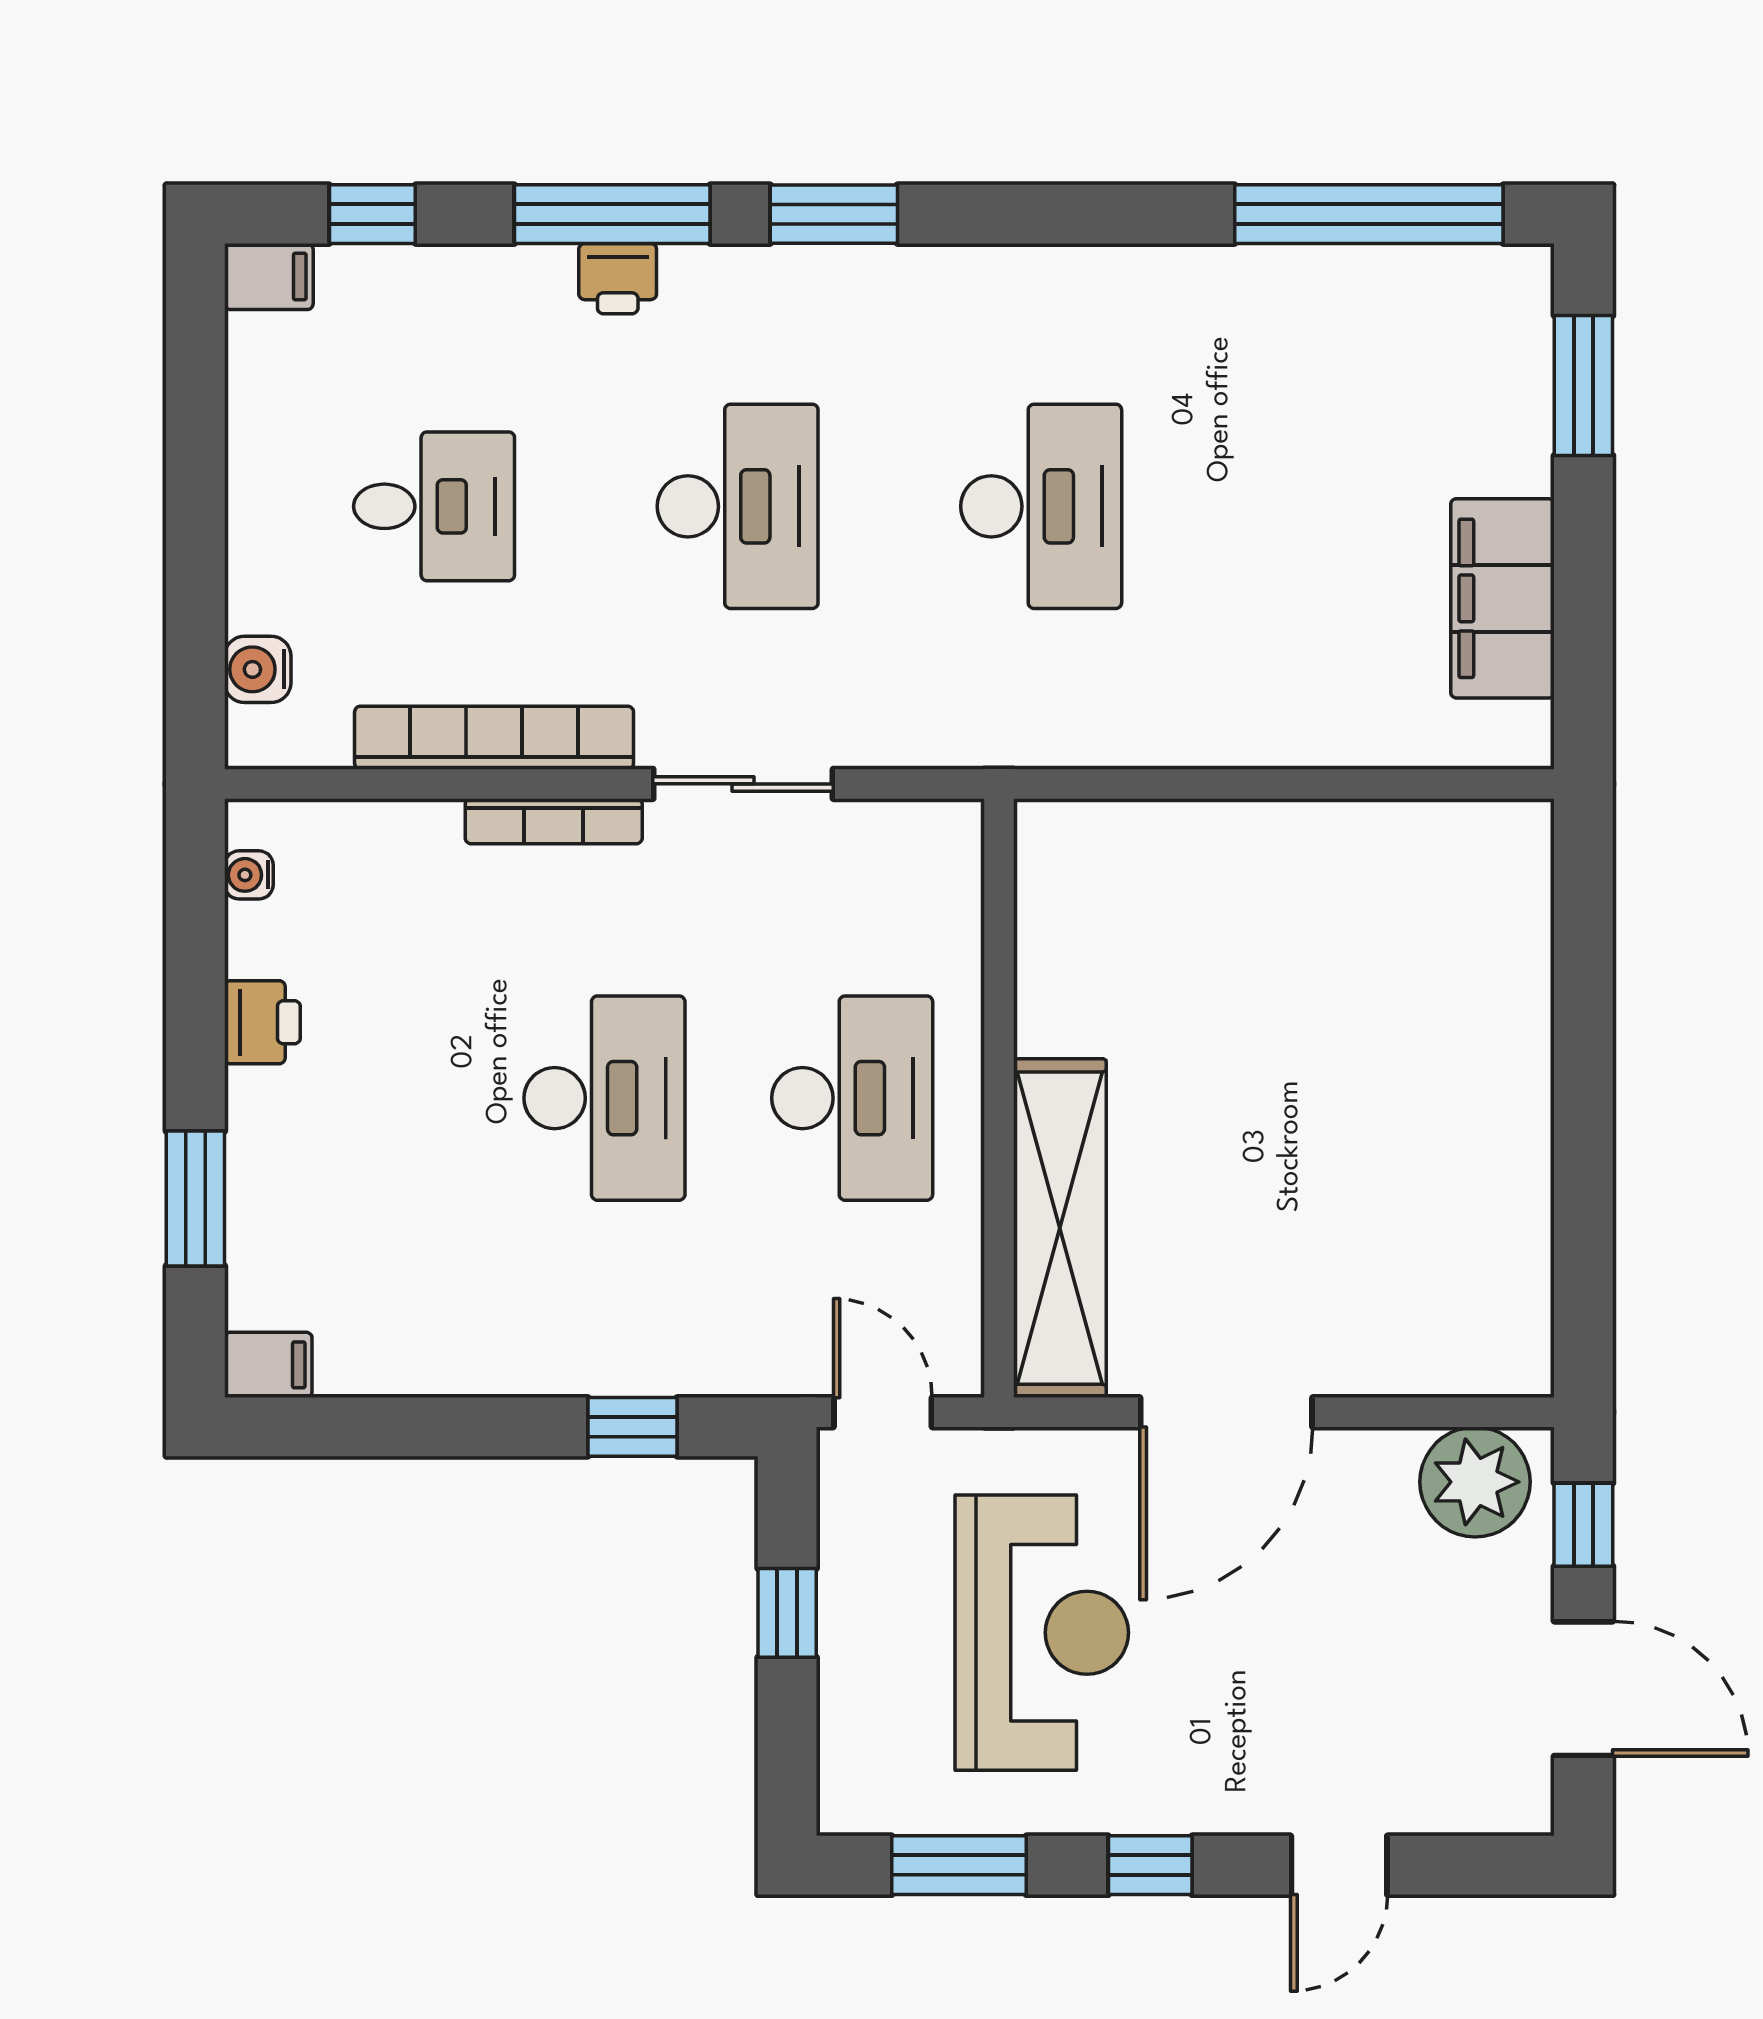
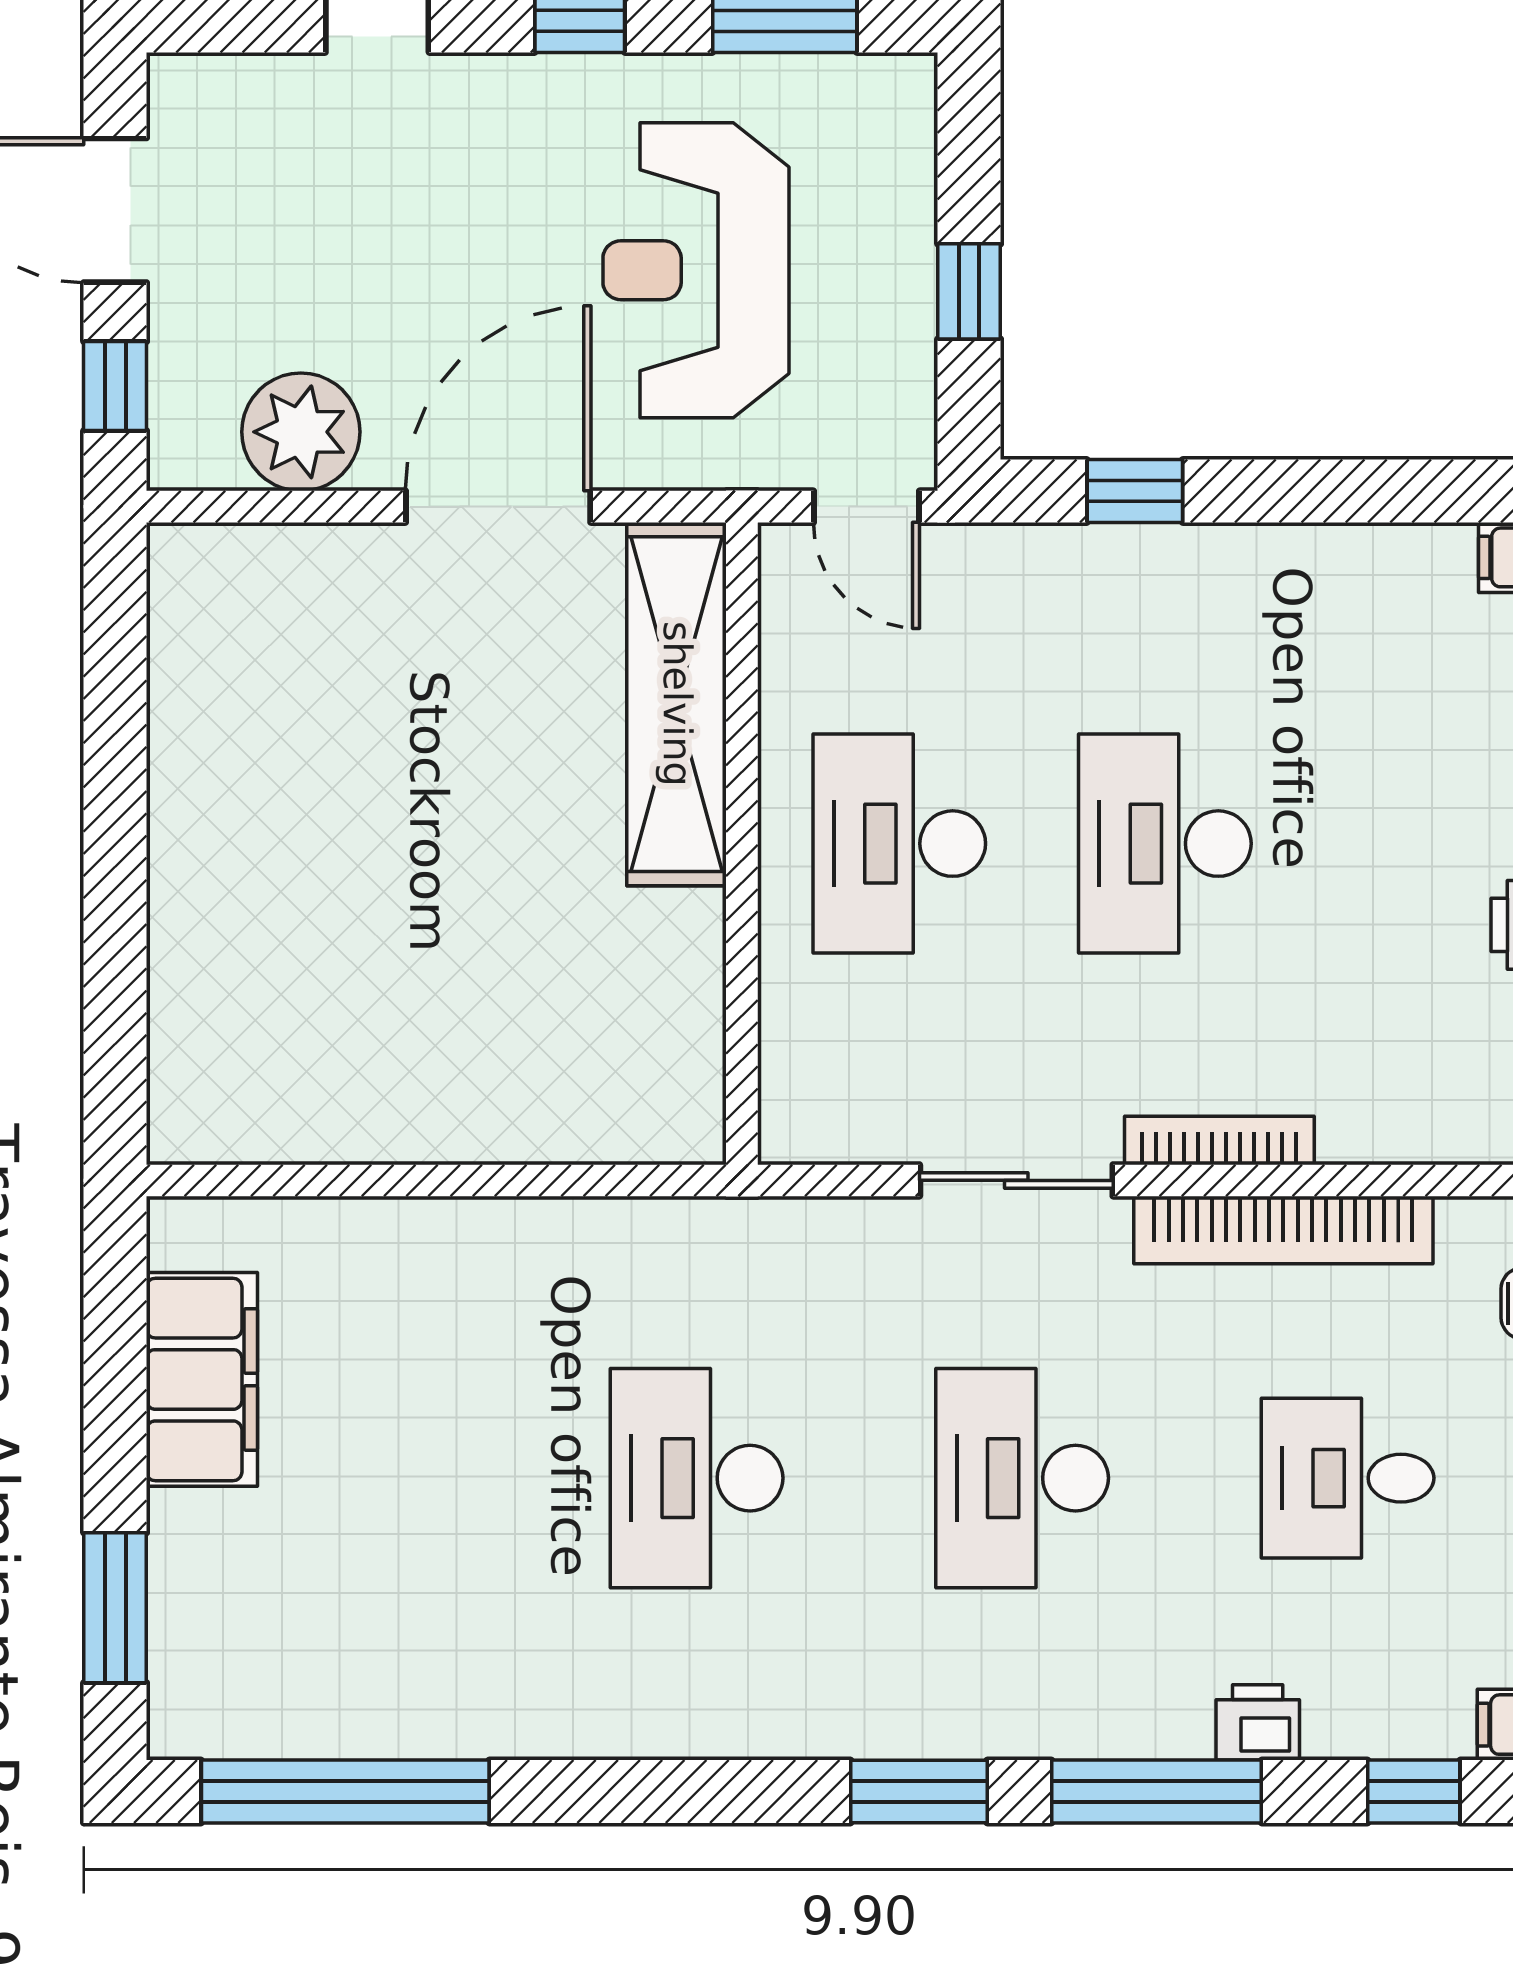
printer: (618, 279) -> (1258, 1722), moved
plant: (1475, 1482) -> (301, 432), moved

